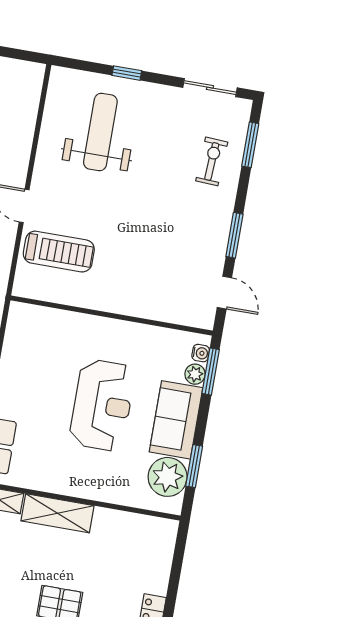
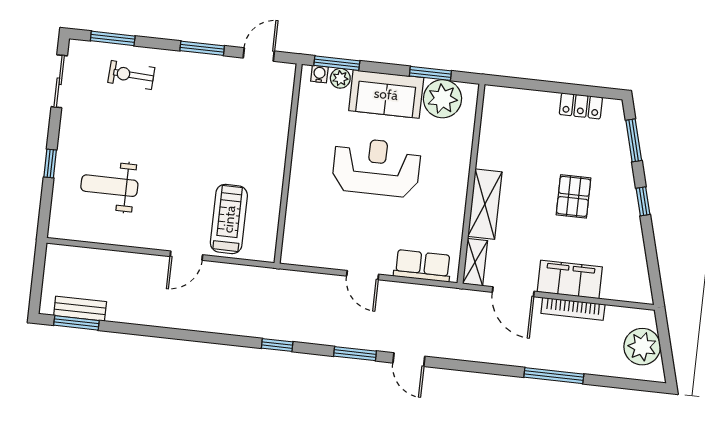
weight bench: (100, 132) -> (109, 186), width x0.73, depth x0.75

